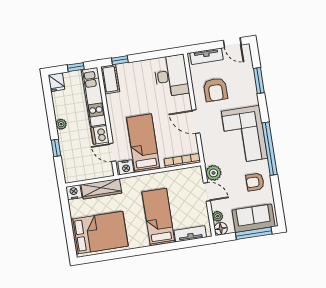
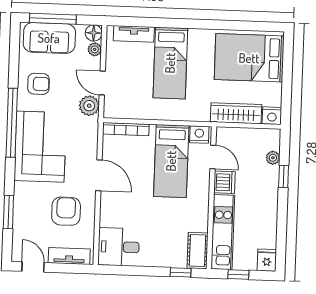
desk: (171, 76) -> (119, 247), width x0.73
plant: (61, 124) -> (273, 158), moved

